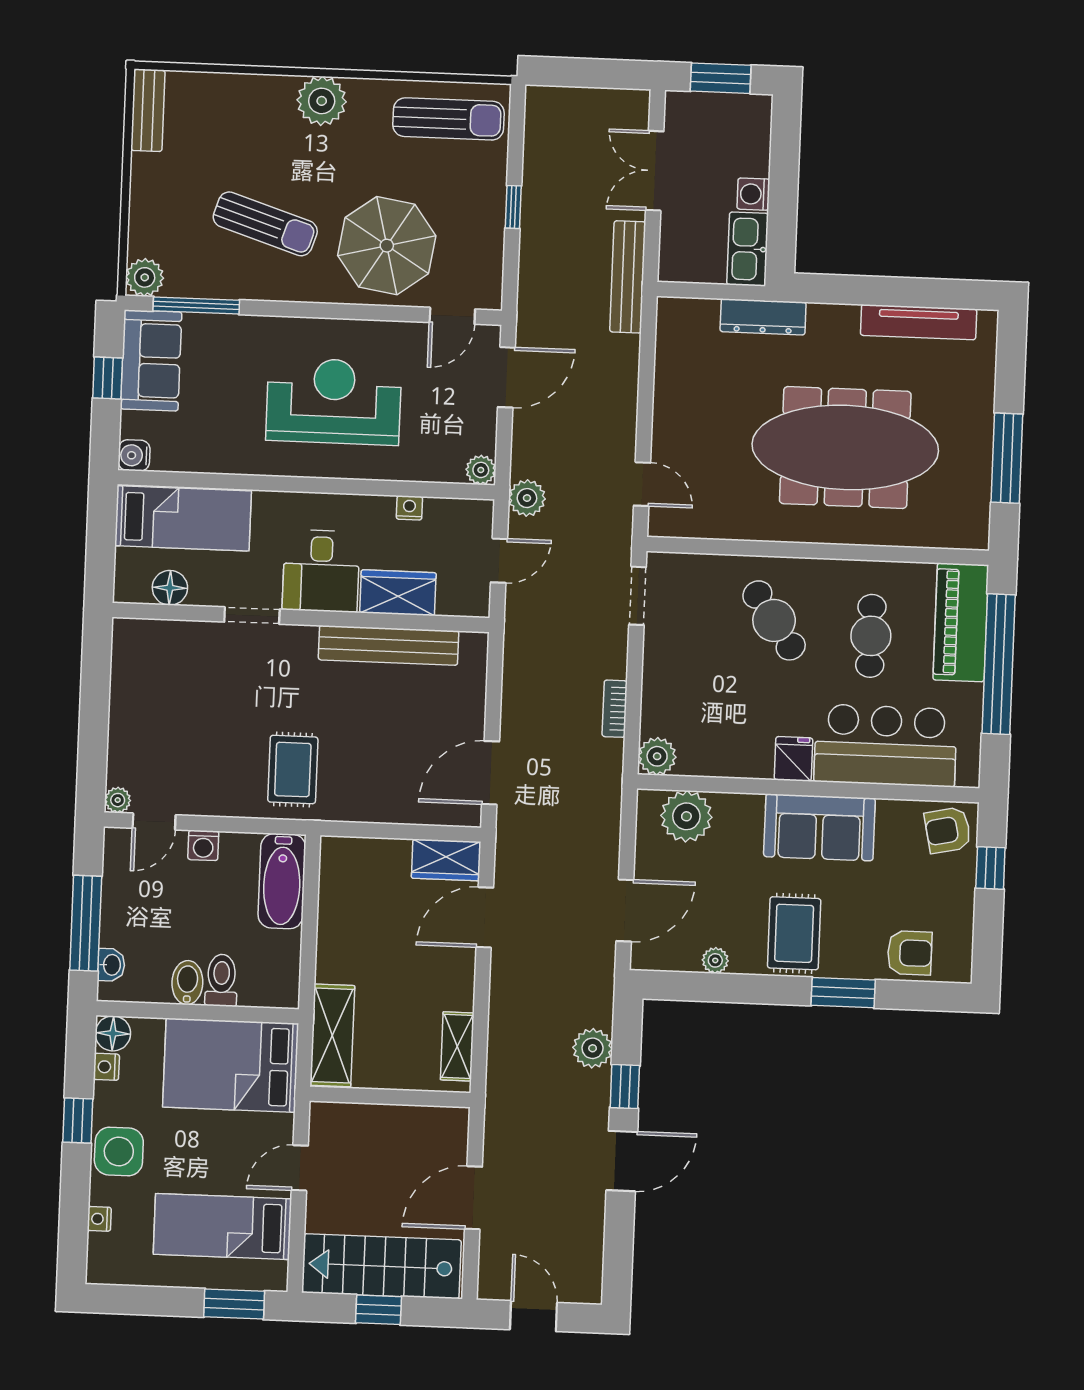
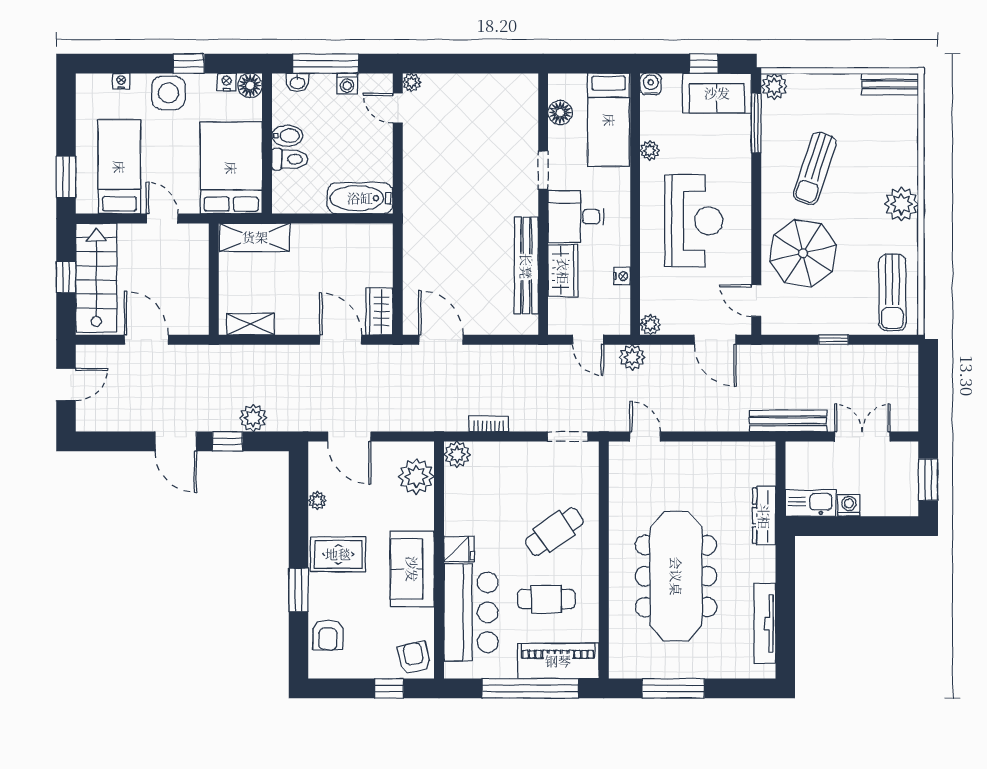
plant: (230, 461) -> (650, 150), added
door: (642, 484) -> (645, 437), swing flipped
rug: (293, 770) -> (438, 203), removed
washing machine: (203, 845) -> (347, 84), moved, turned -90

